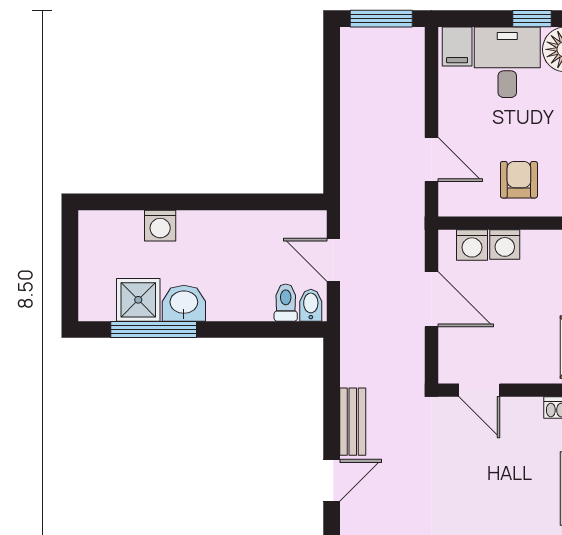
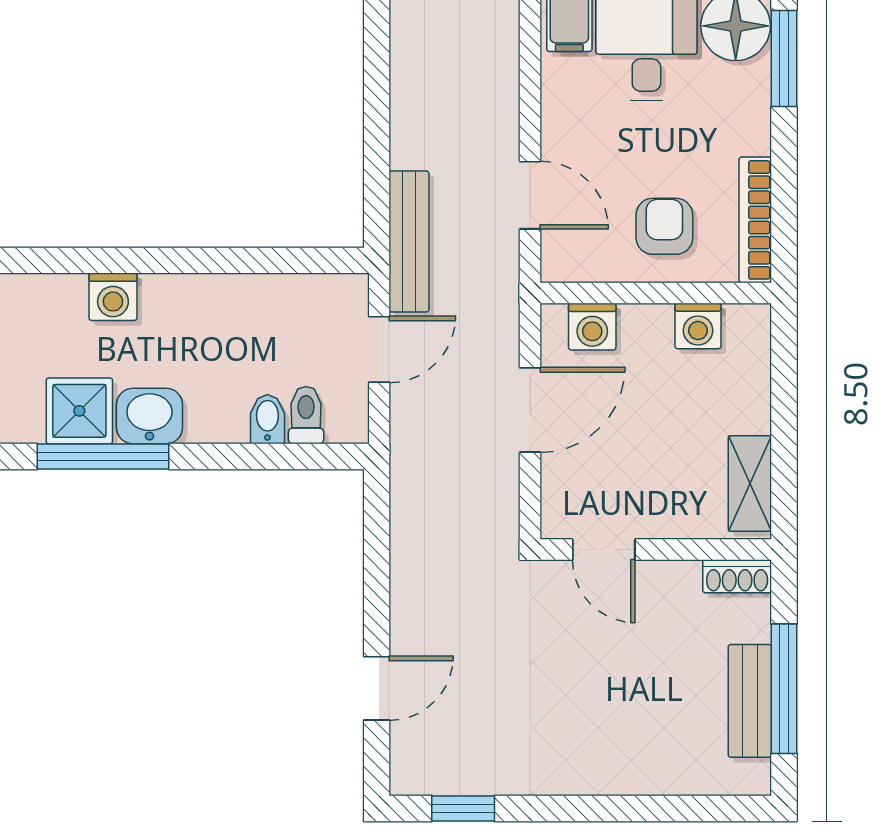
washing machine: (505, 245) -> (698, 326), moved
door: (333, 260) -> (379, 349), swing flipped
door: (431, 299) -> (530, 410), hinge flipped
bidet: (311, 305) -> (267, 419), moved
bench: (353, 422) -> (409, 241), moved, width x1.36

